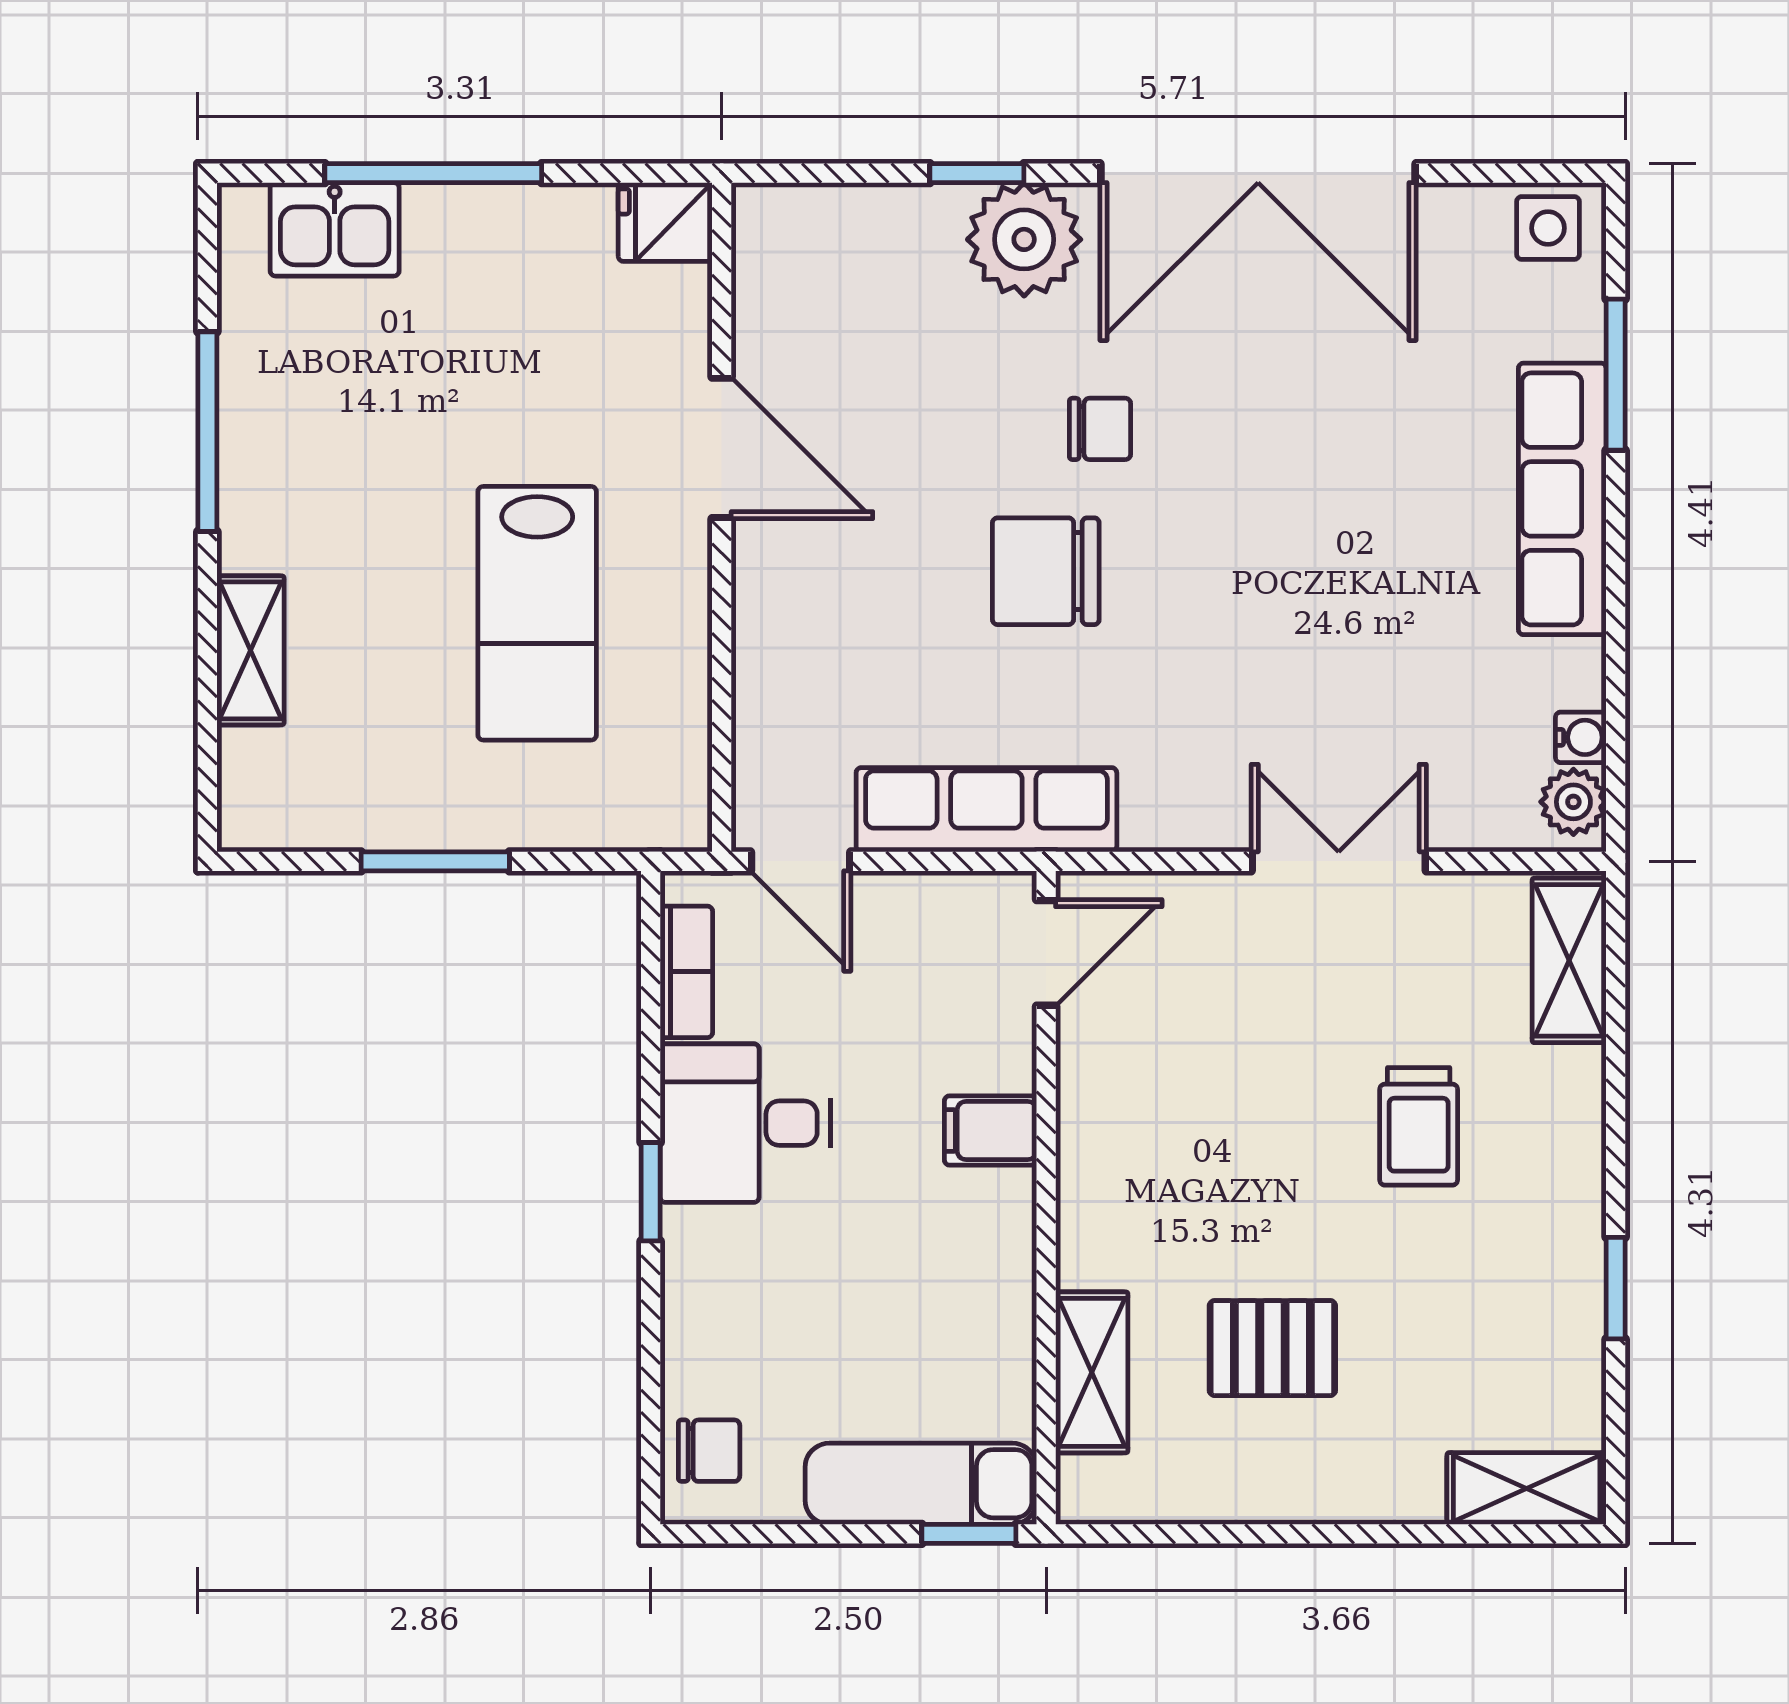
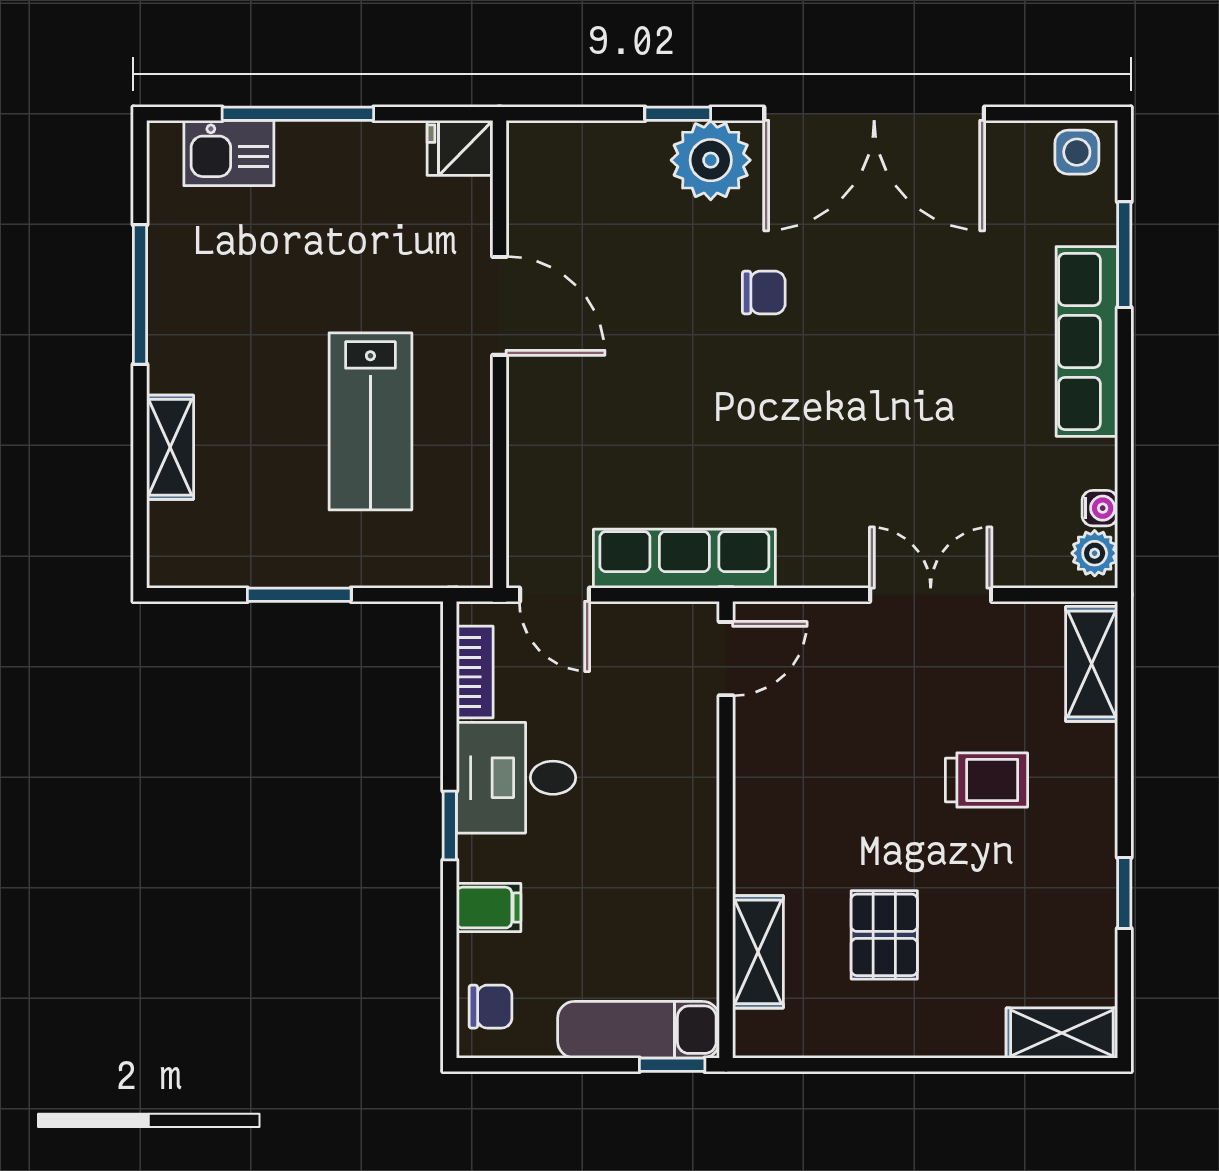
chair: (1046, 571) -> (726, 392), removed
trolley: (1419, 1126) -> (986, 780), turned -90
filing cabinet: (990, 1131) -> (489, 908), moved, turned 180
pallet: (1272, 1348) -> (884, 935), turned 90

